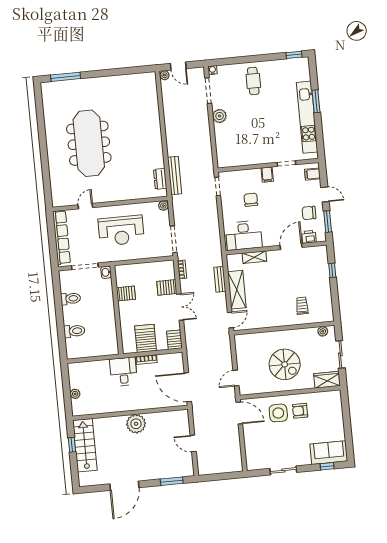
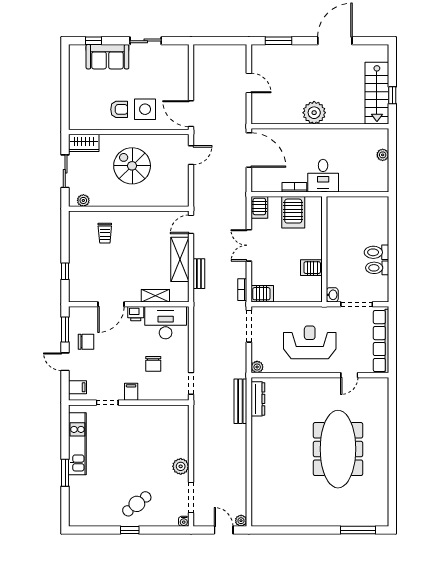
window: (294, 55) -> (130, 530), moved
cafe table: (253, 81) -> (137, 504), turned 52
kitchen unit: (307, 117) -> (77, 444), width x0.73
dresser: (160, 179) -> (258, 399), width x1.44
printer: (309, 237) -> (136, 314), moved
server rack: (167, 287) -> (262, 294), moved
toilet: (74, 331) -> (376, 252), moved
sofa: (329, 453) -> (107, 57), moved

